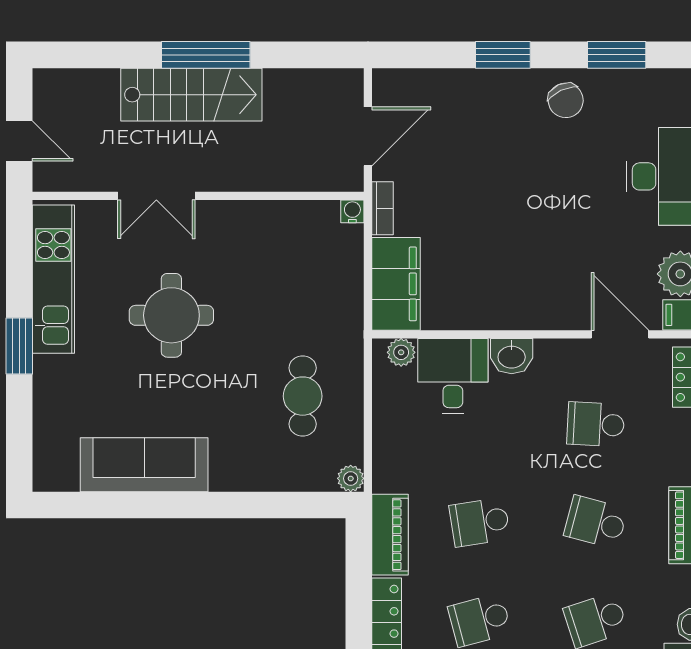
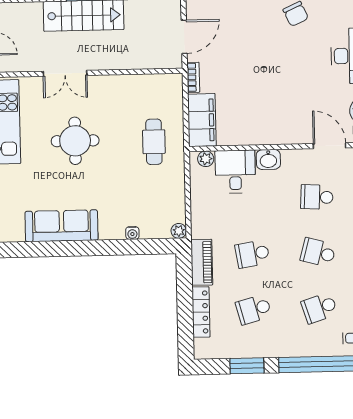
water cooler: (352, 211) -> (132, 233), moved, turned 180
cafe table: (303, 396) -> (154, 142), moved

